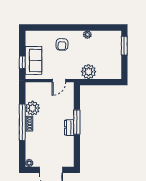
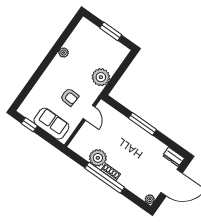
armchair: (62, 44) -> (70, 97), moved
window: (124, 46) -> (111, 31), moved
window: (22, 62) -> (29, 125), moved
dresser: (69, 128) -> (173, 157), moved

